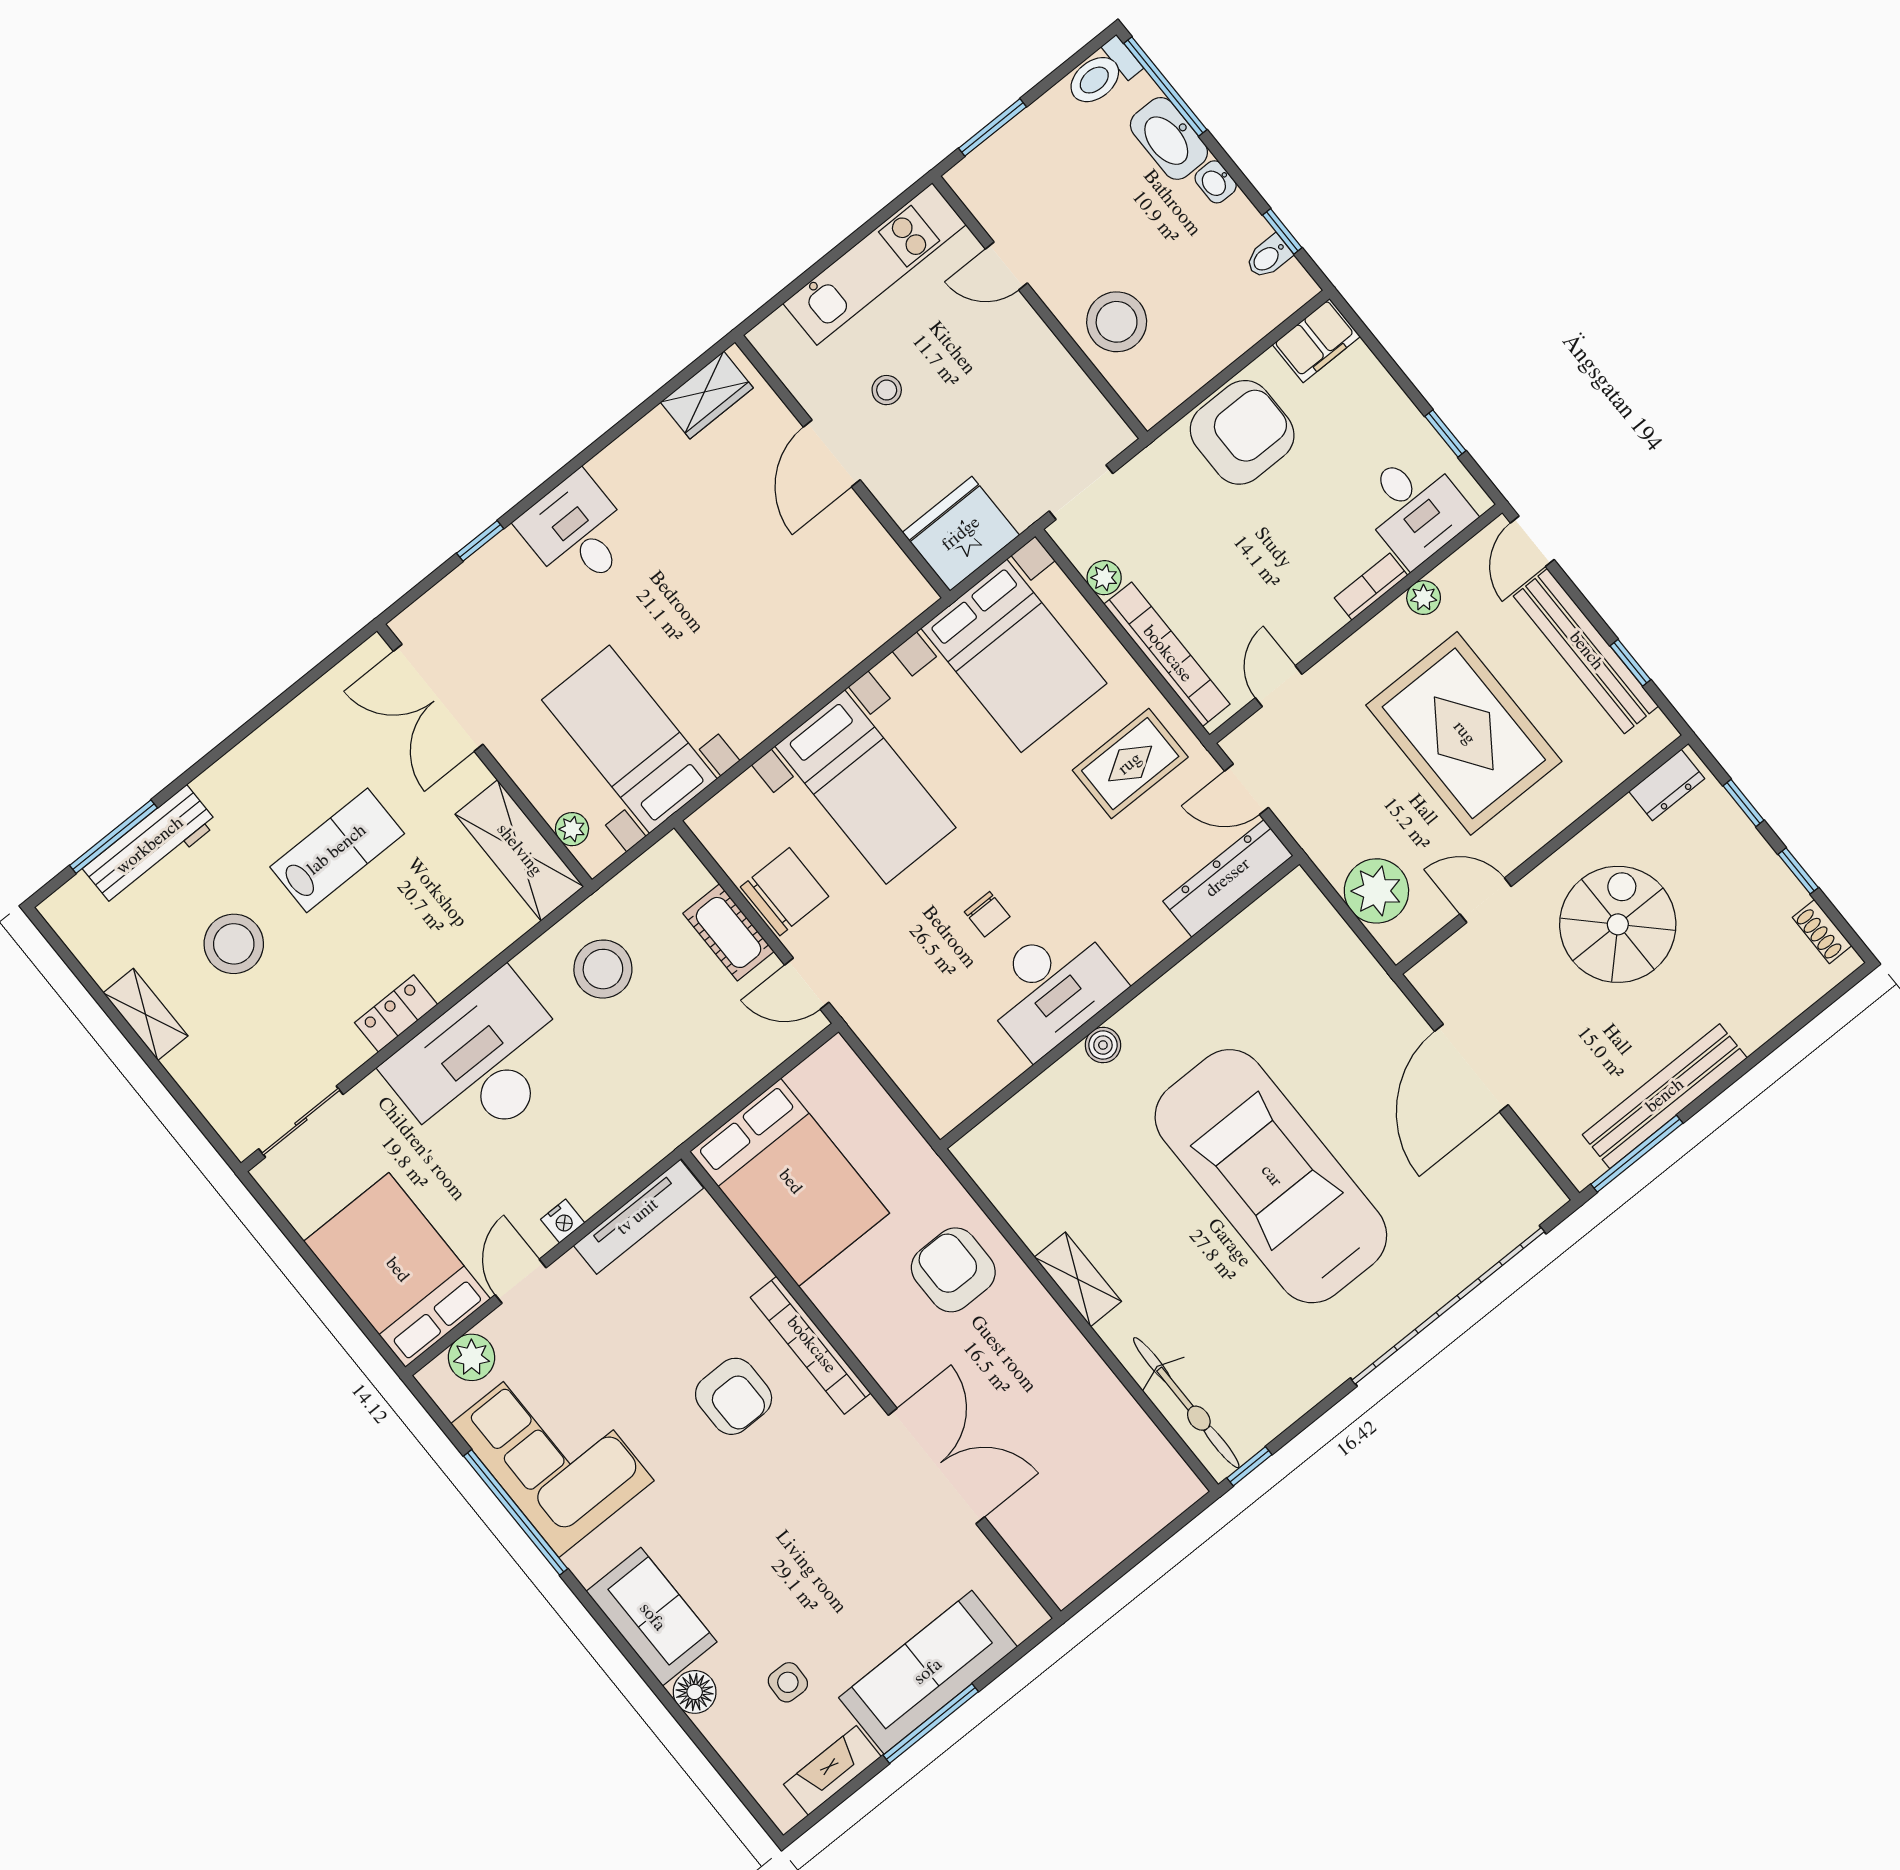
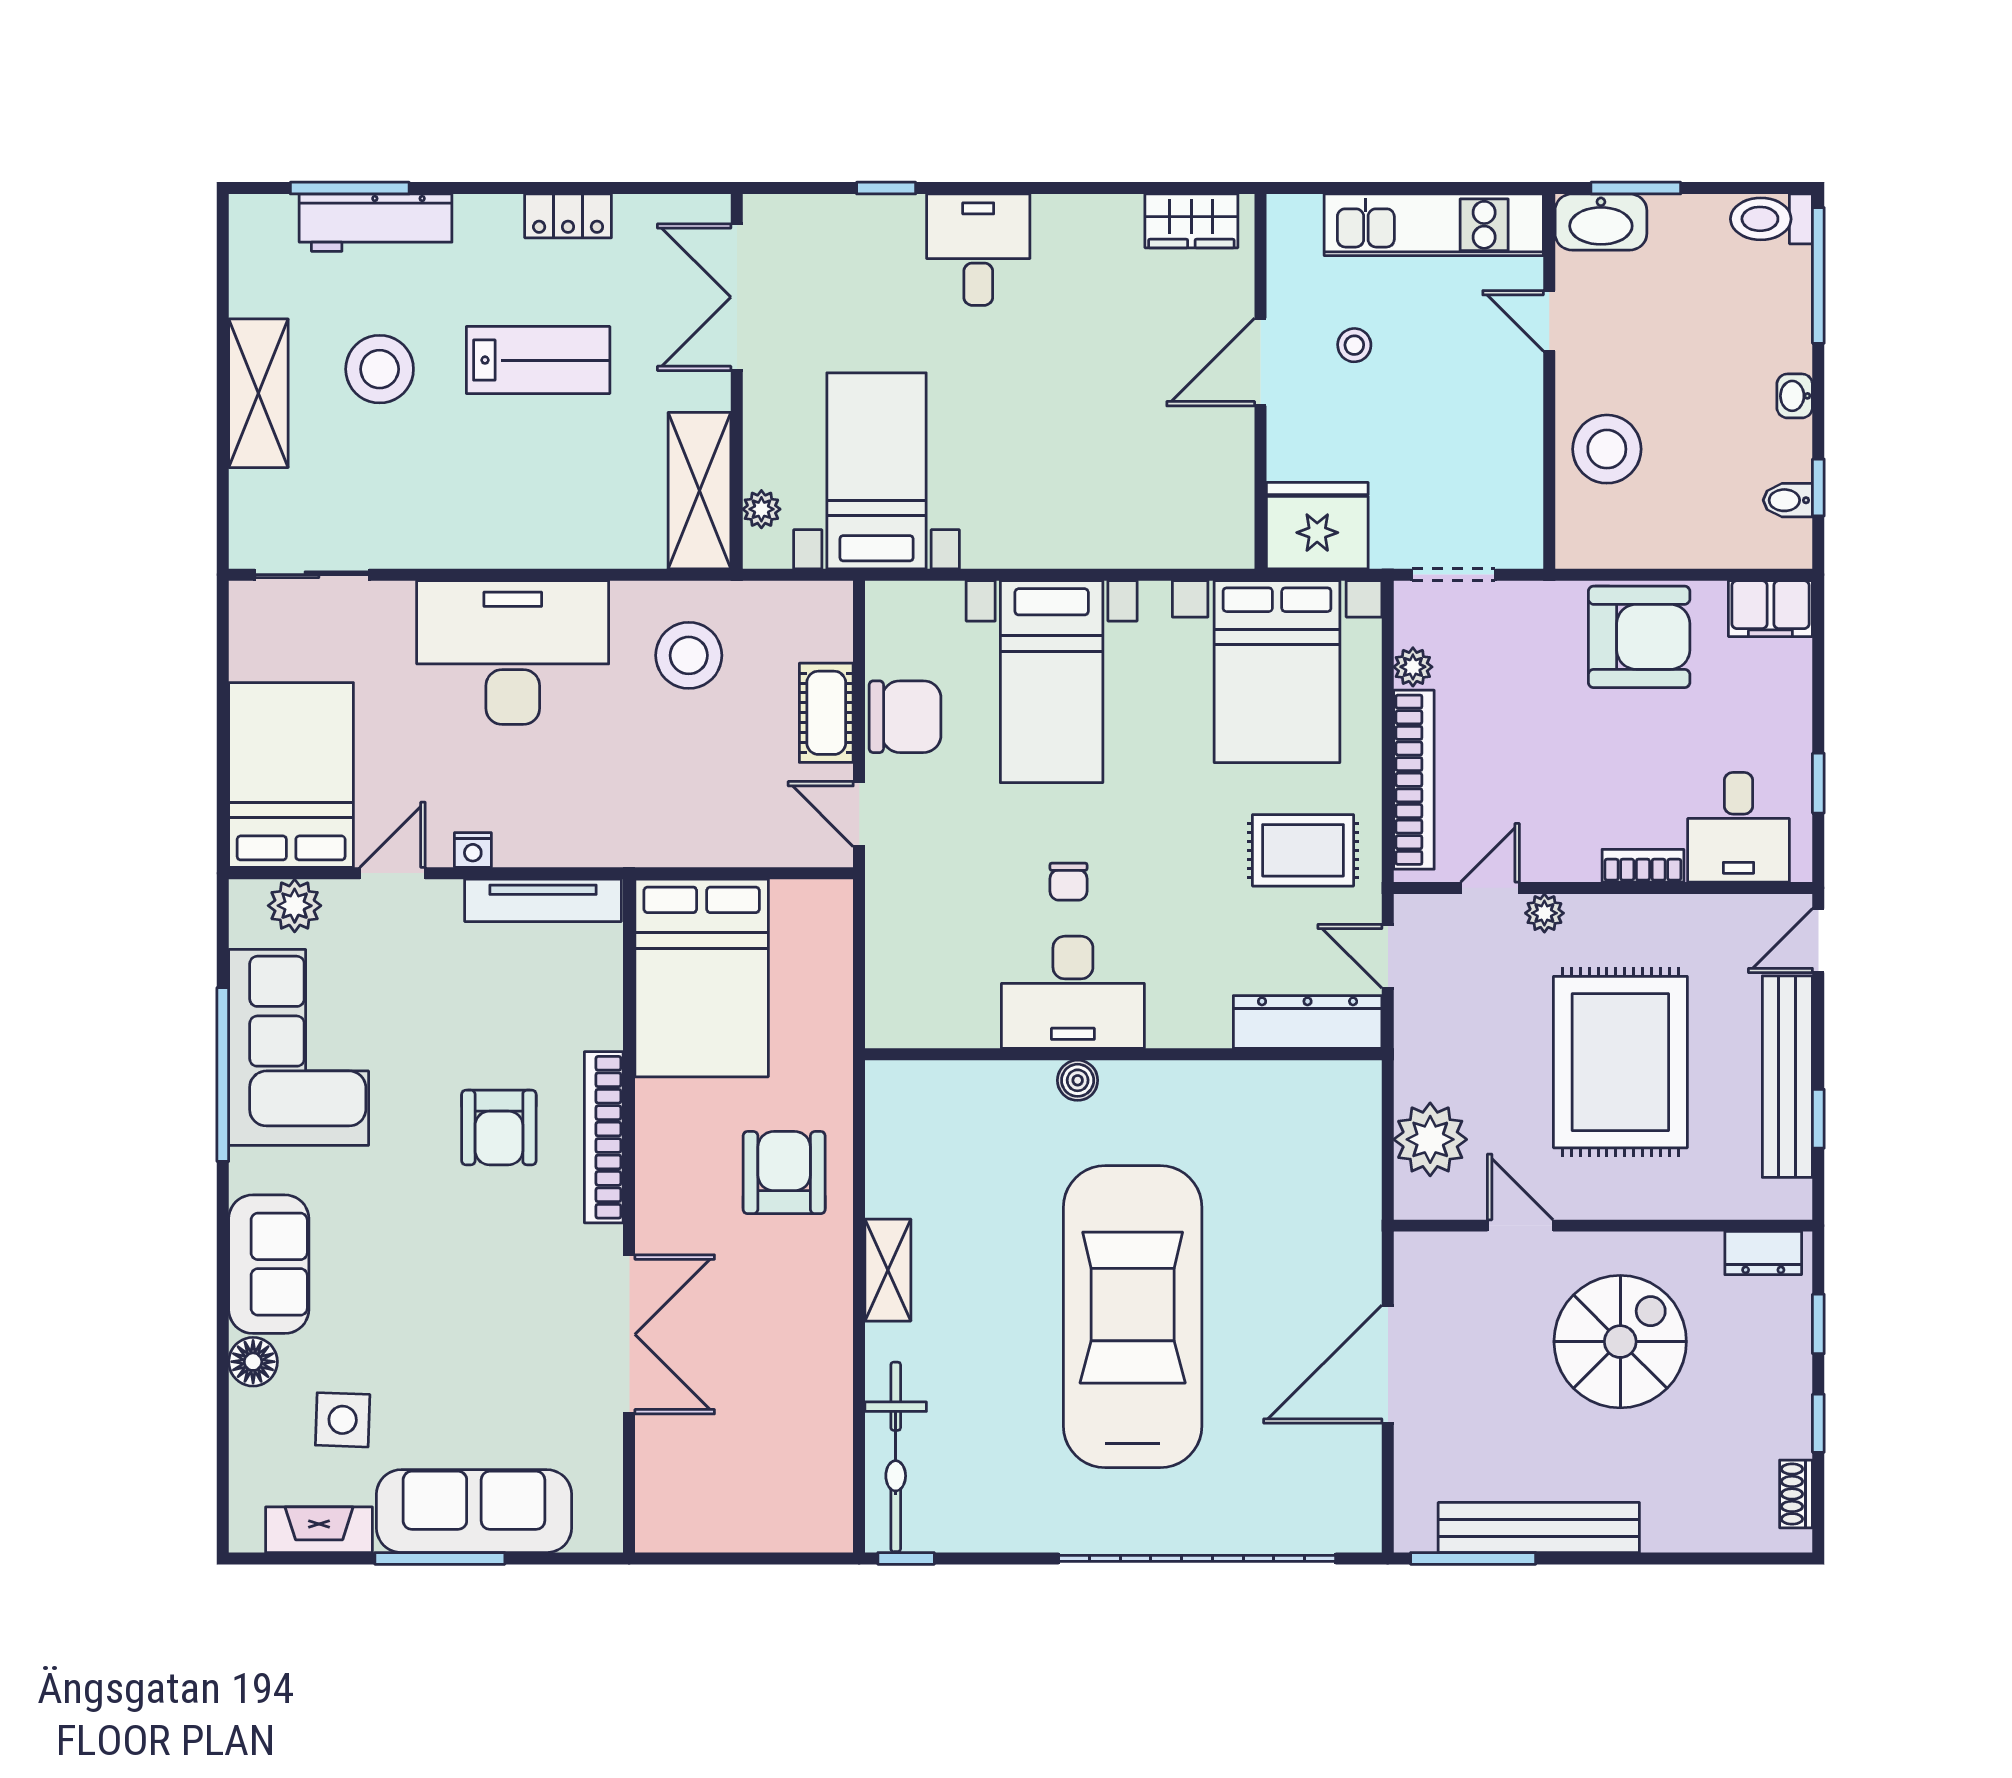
washbasin: (1169, 138) -> (1601, 222), moved, turned -90
plant: (1424, 598) -> (1544, 913), moved
shelving: (146, 1014) -> (258, 393), width x1.50, depth x1.33
locker: (396, 1014) -> (568, 216), moved, turned 180
side table: (788, 1682) -> (343, 1420), width x1.37, depth x1.37

